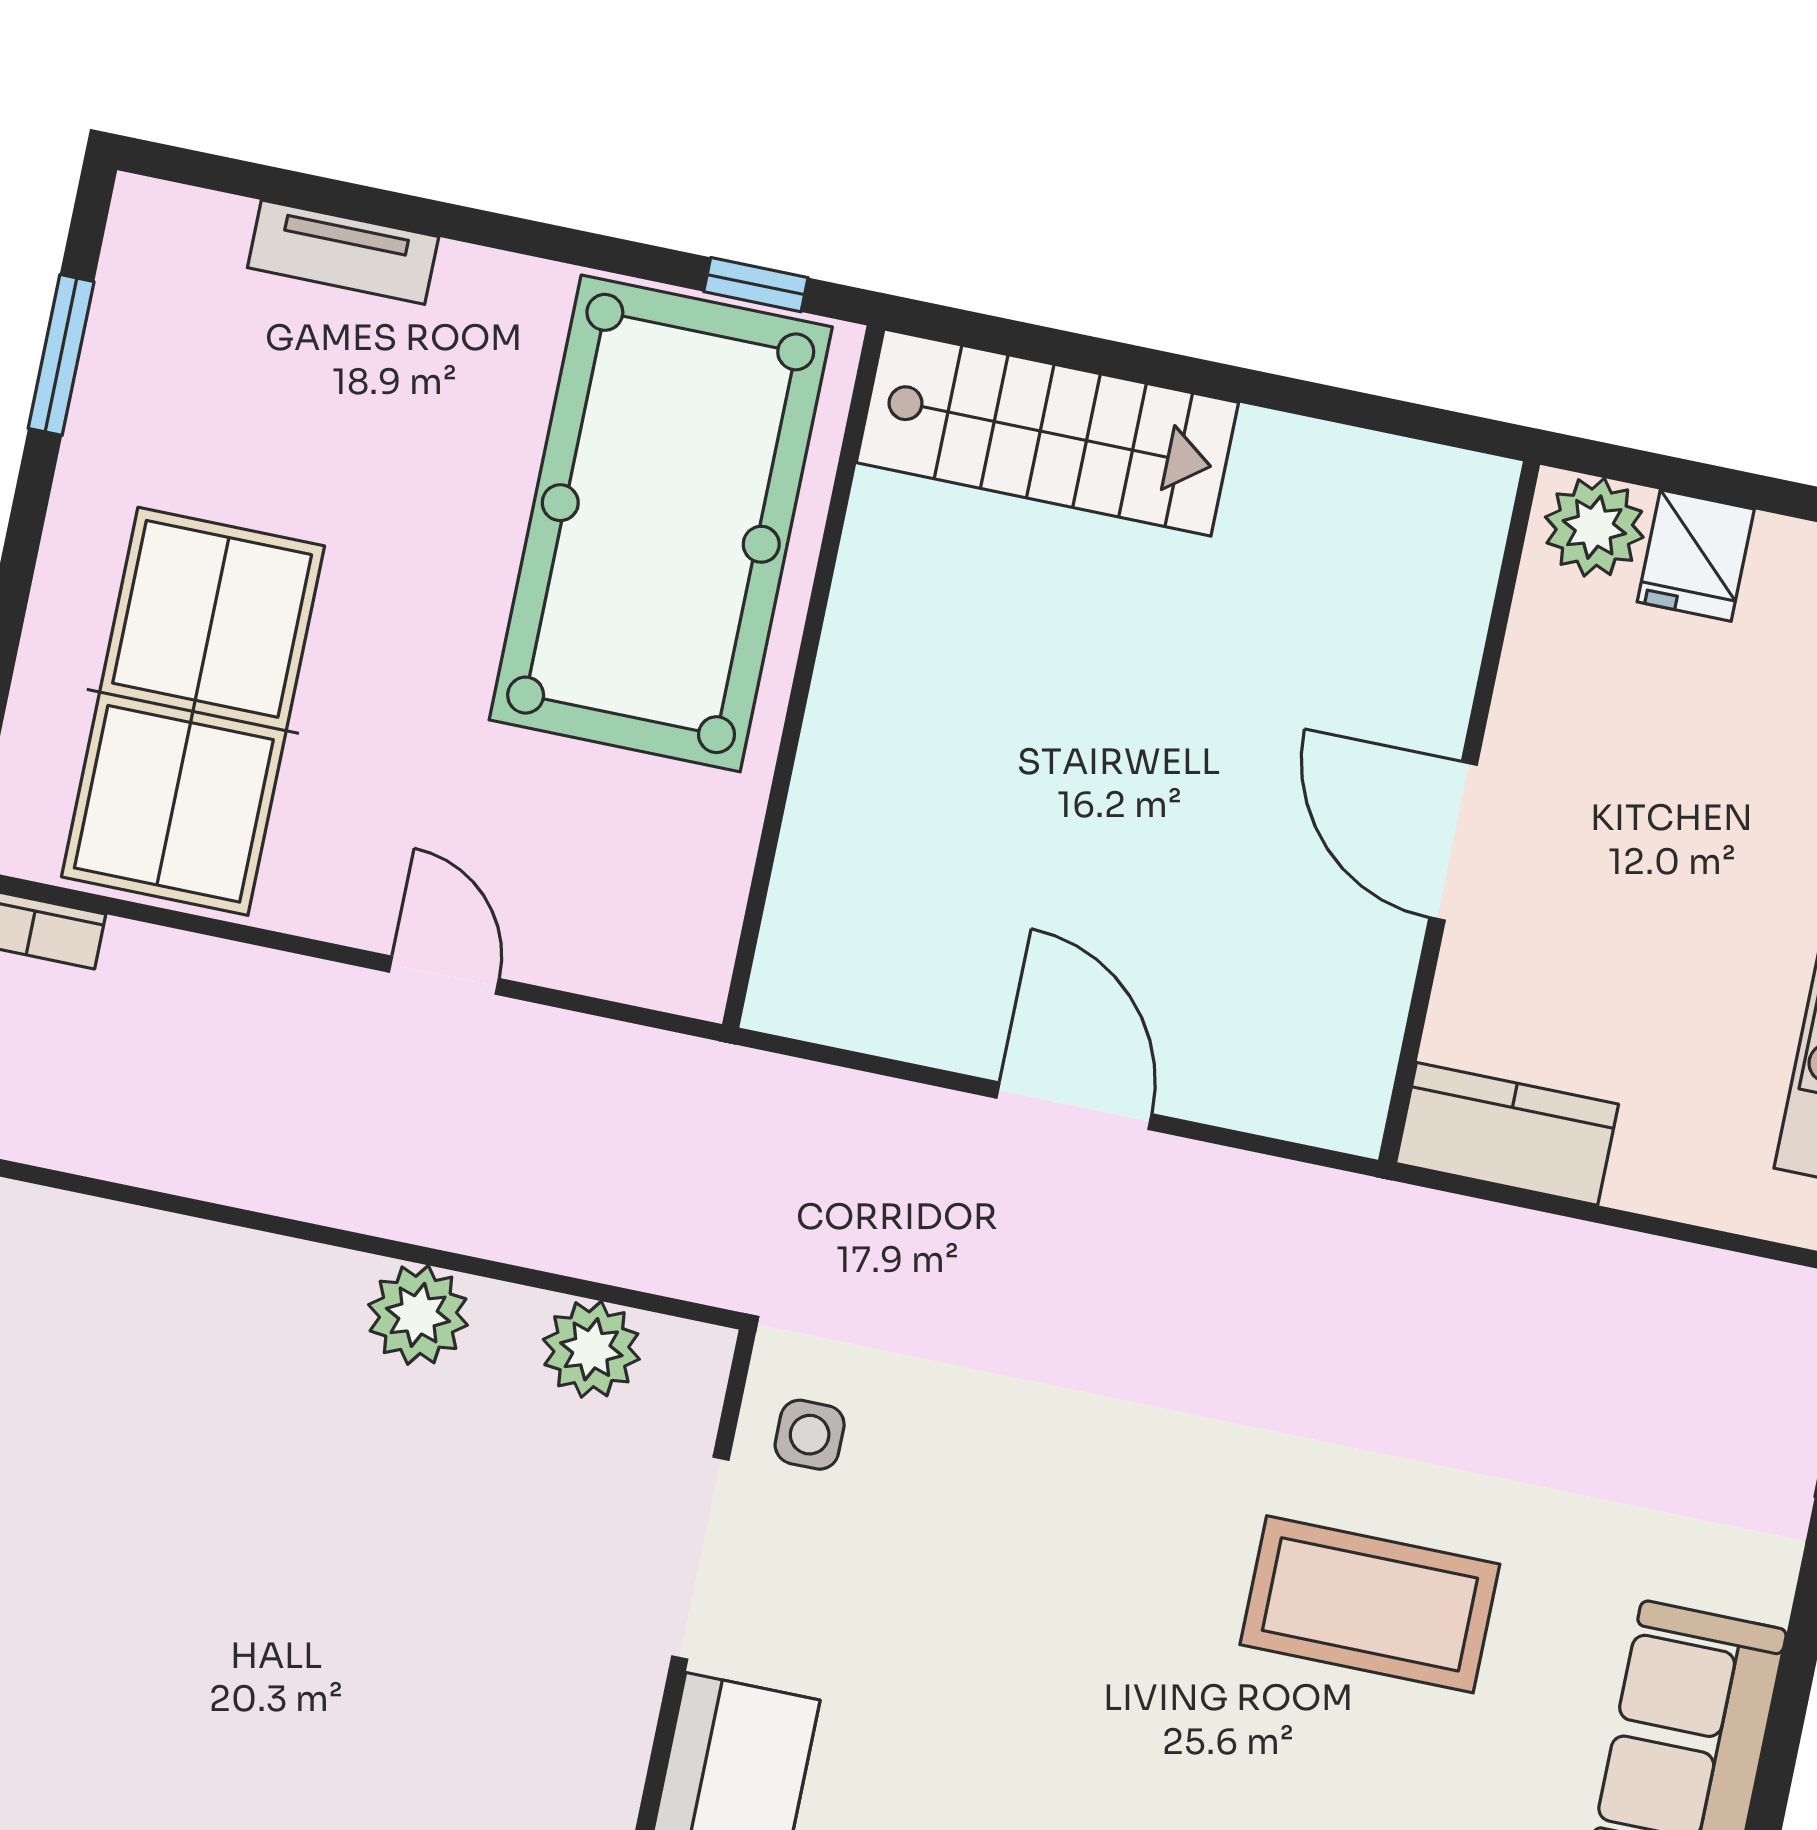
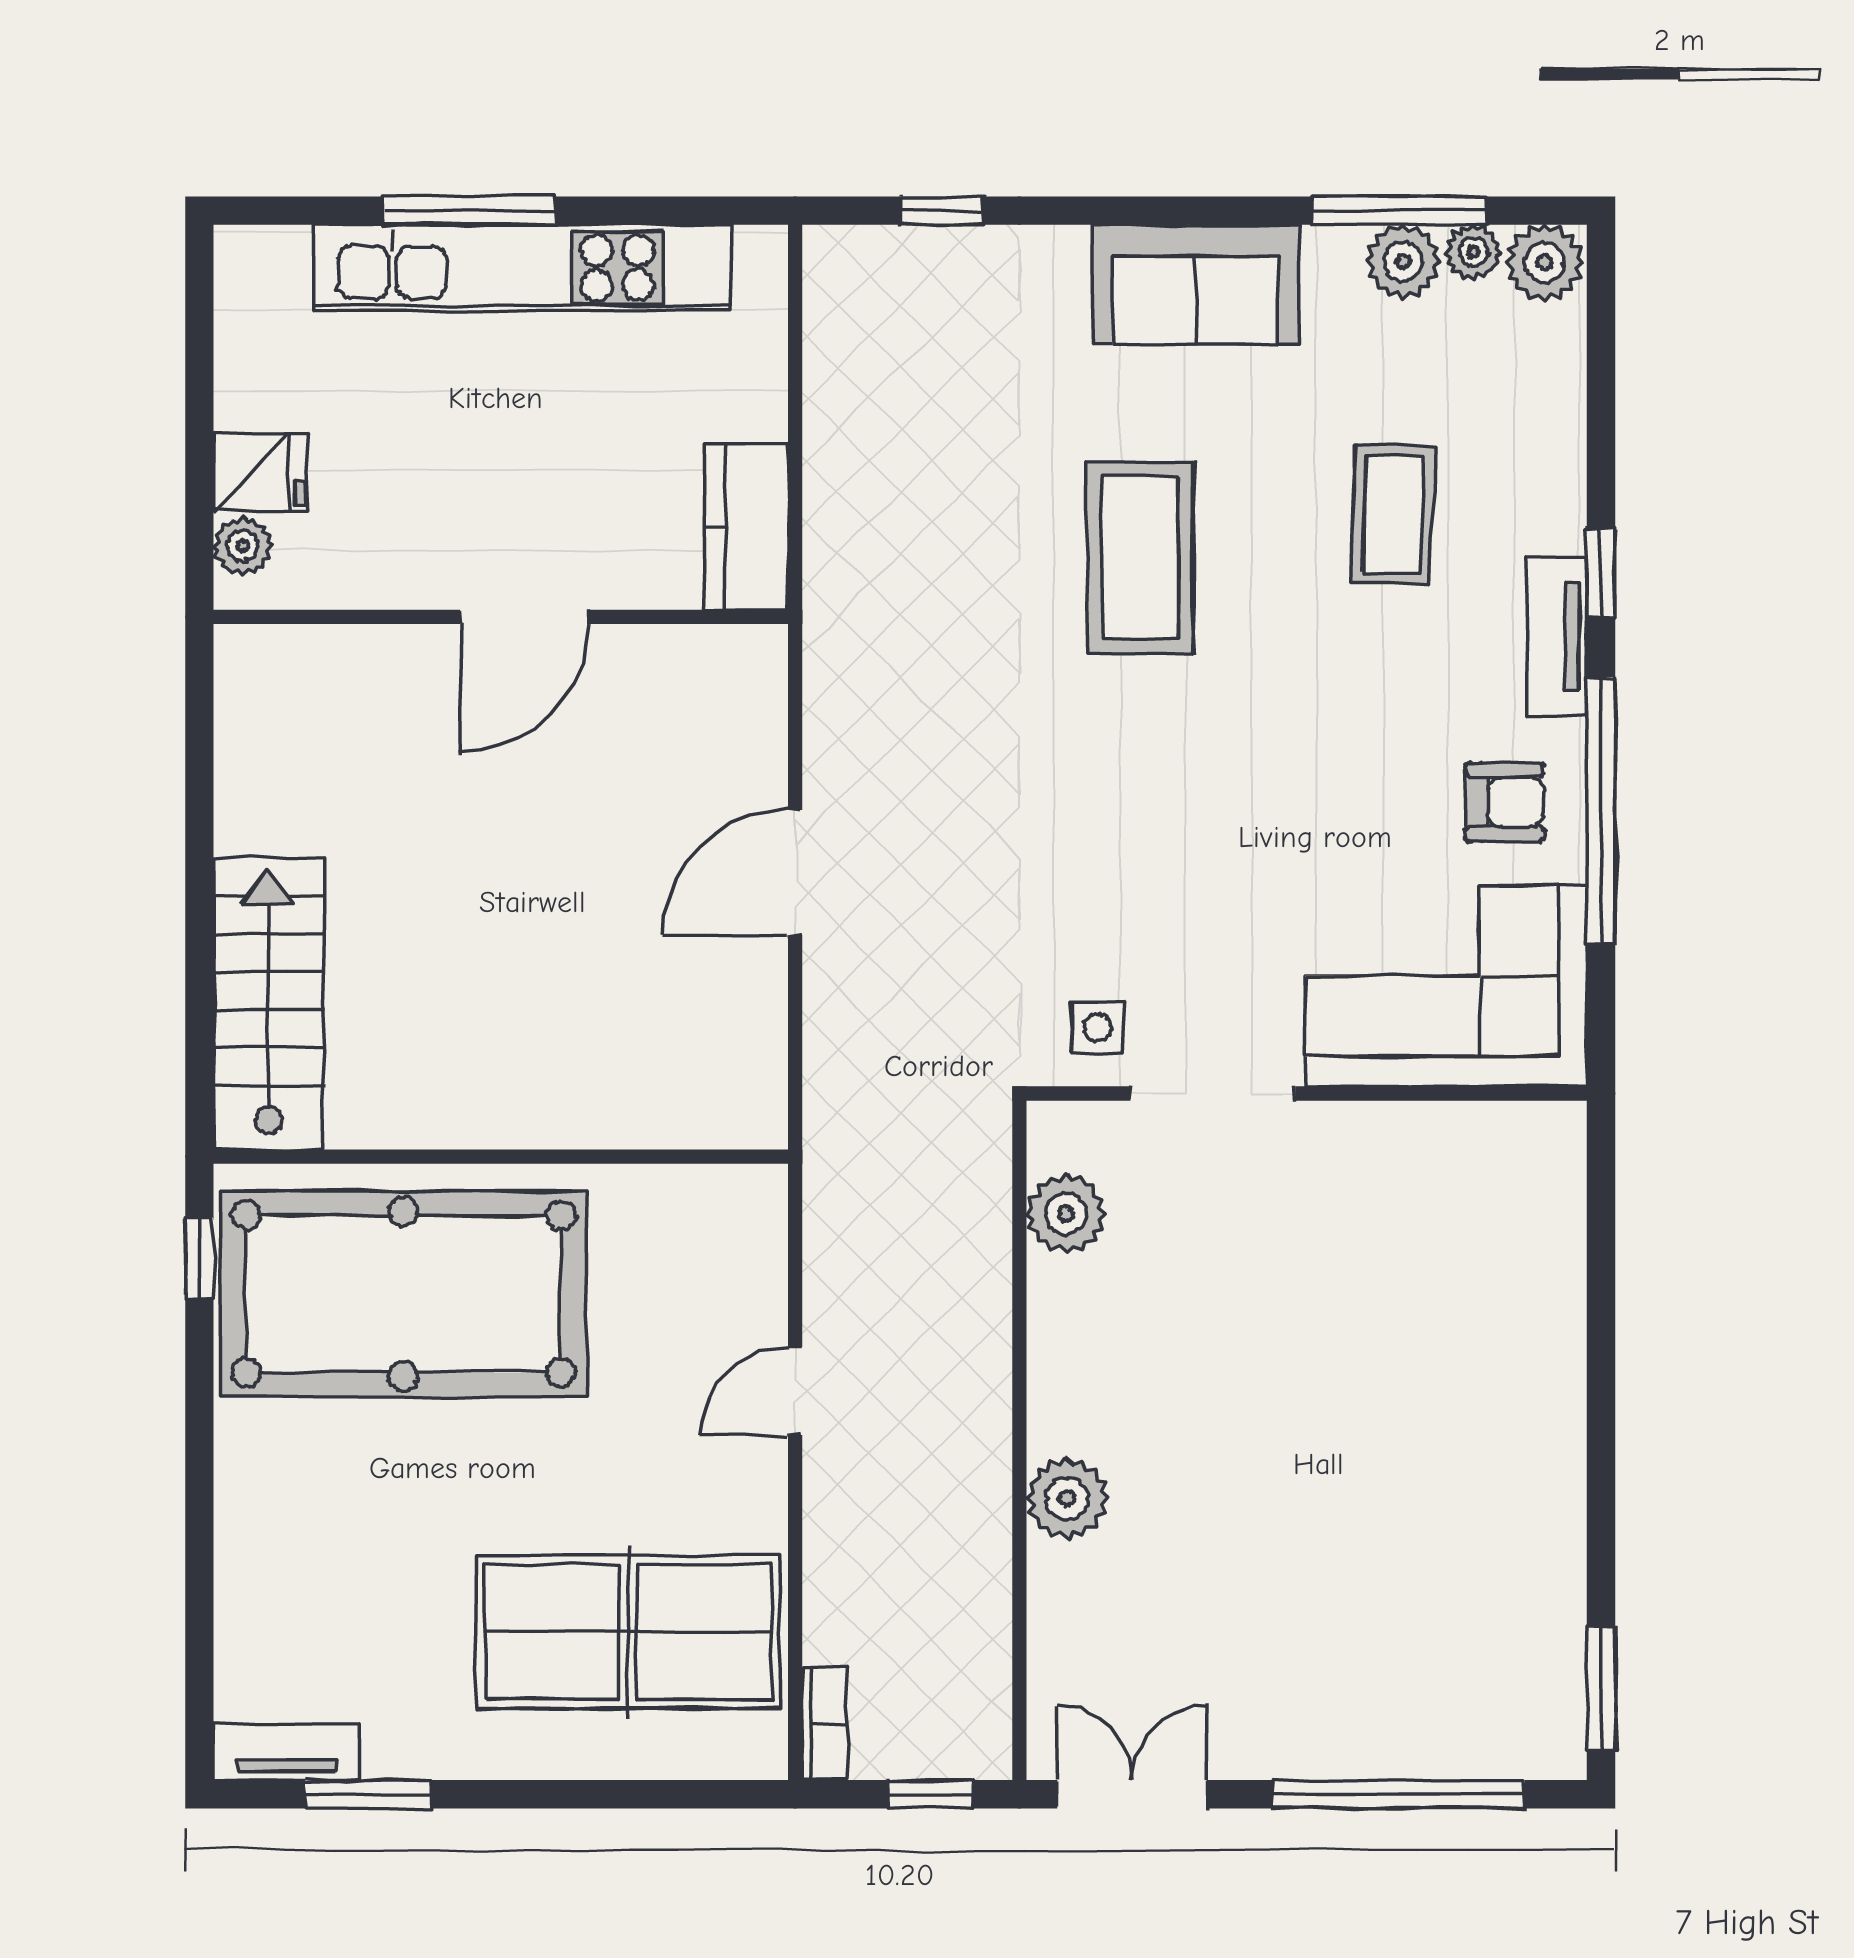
tv unit: (343, 252) -> (286, 1752), moved, turned -90
plant: (1594, 527) -> (243, 546), width x0.73, depth x0.73
plant: (418, 1315) -> (1067, 1498), moved

